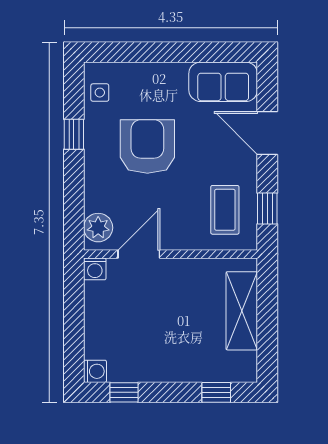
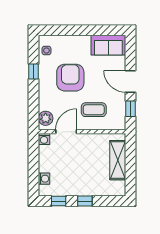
door: (267, 133) -> (131, 81), moved
coffee table: (225, 210) -> (94, 110), moved, turned 90
washing machine: (95, 371) -> (44, 179), moved
window: (216, 392) -> (85, 201), moved

